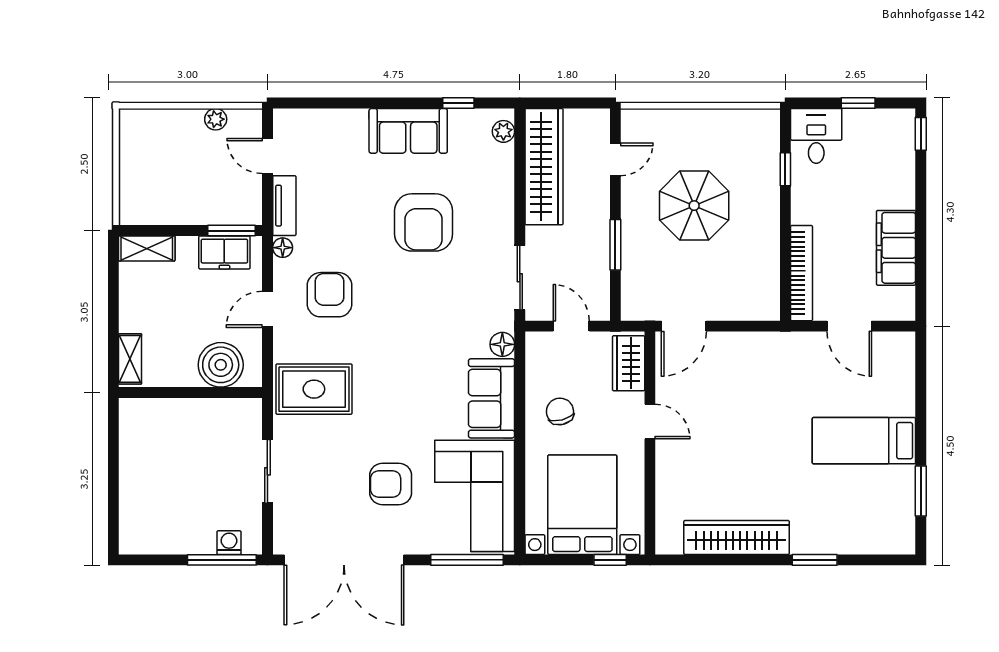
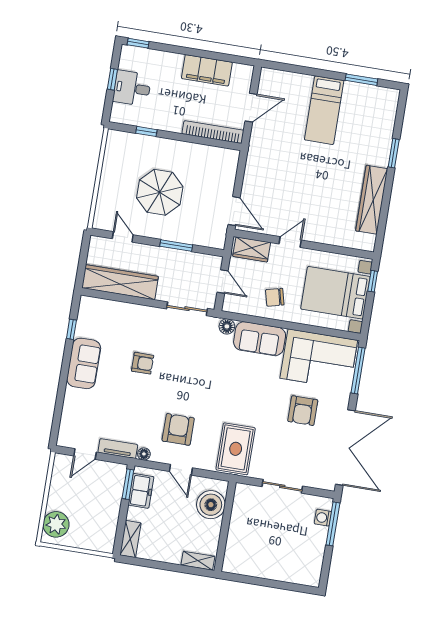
plant: (216, 119) -> (56, 524), moved, width x1.87, depth x1.87
plant: (503, 131) -> (94, 304), removed
desk: (816, 136) -> (132, 88), moved
armchair: (424, 222) -> (143, 363), width x0.53, depth x0.53
armchair: (330, 295) -> (178, 429), turned 90
door: (571, 326) -> (223, 281), swing flipped

